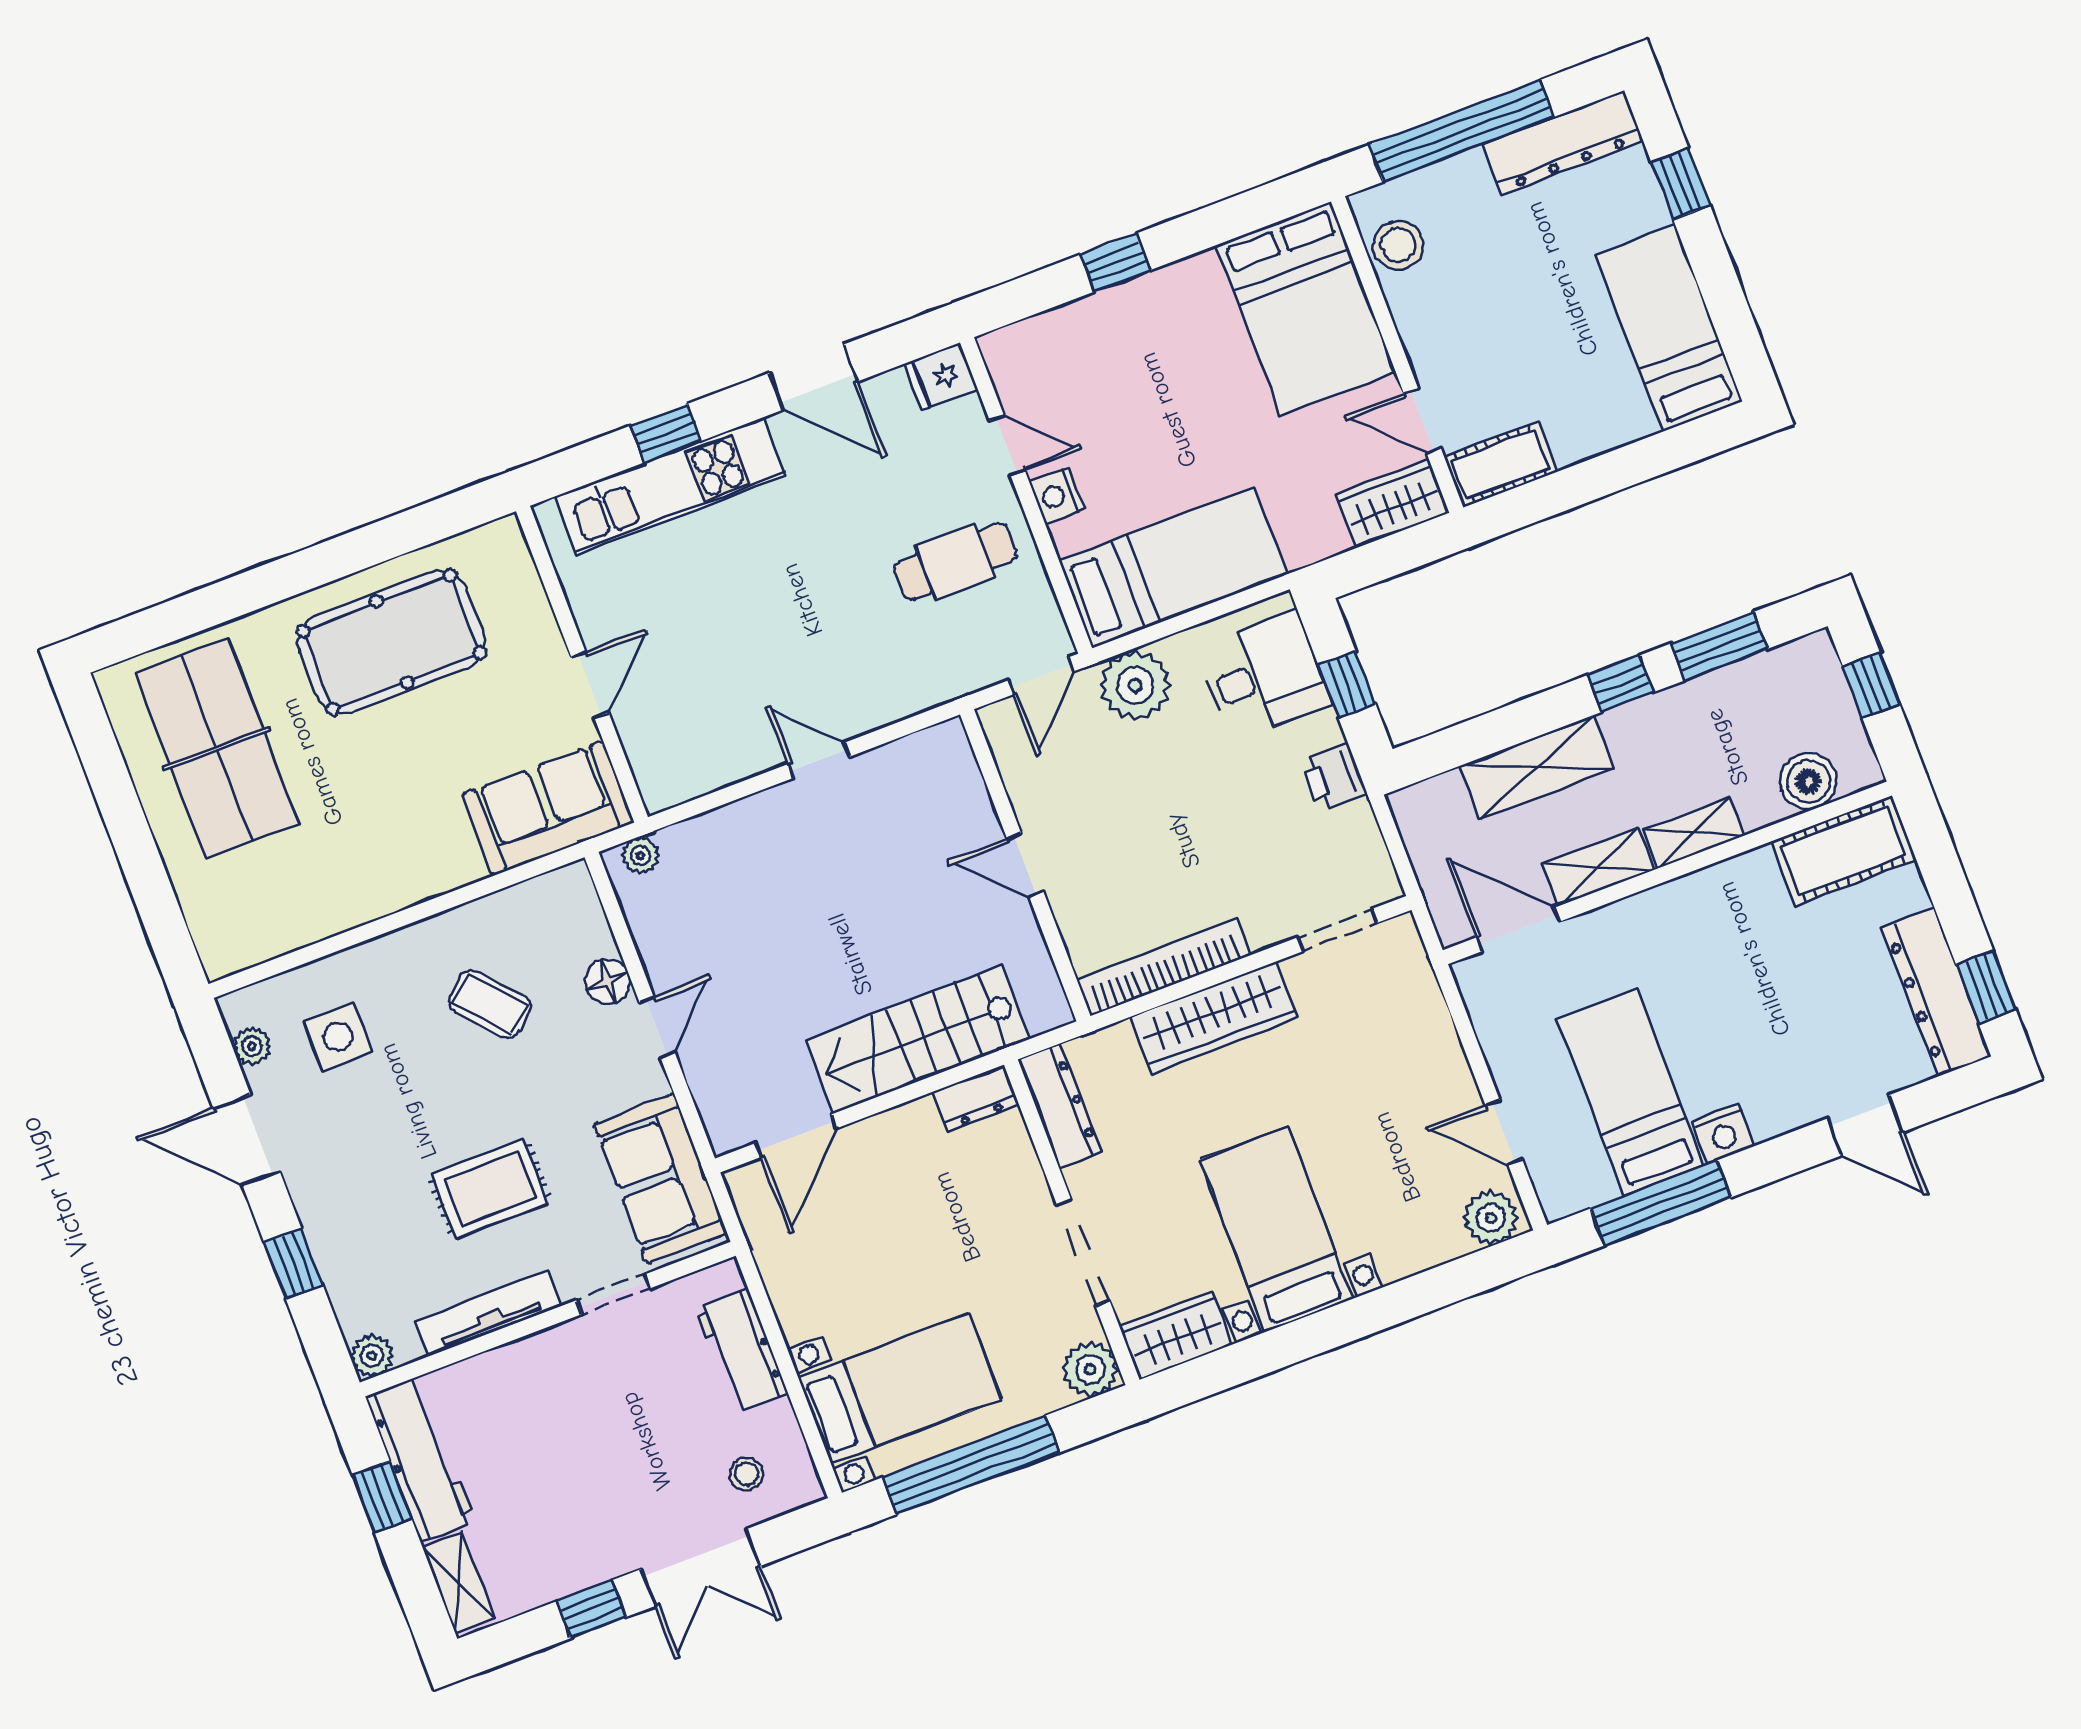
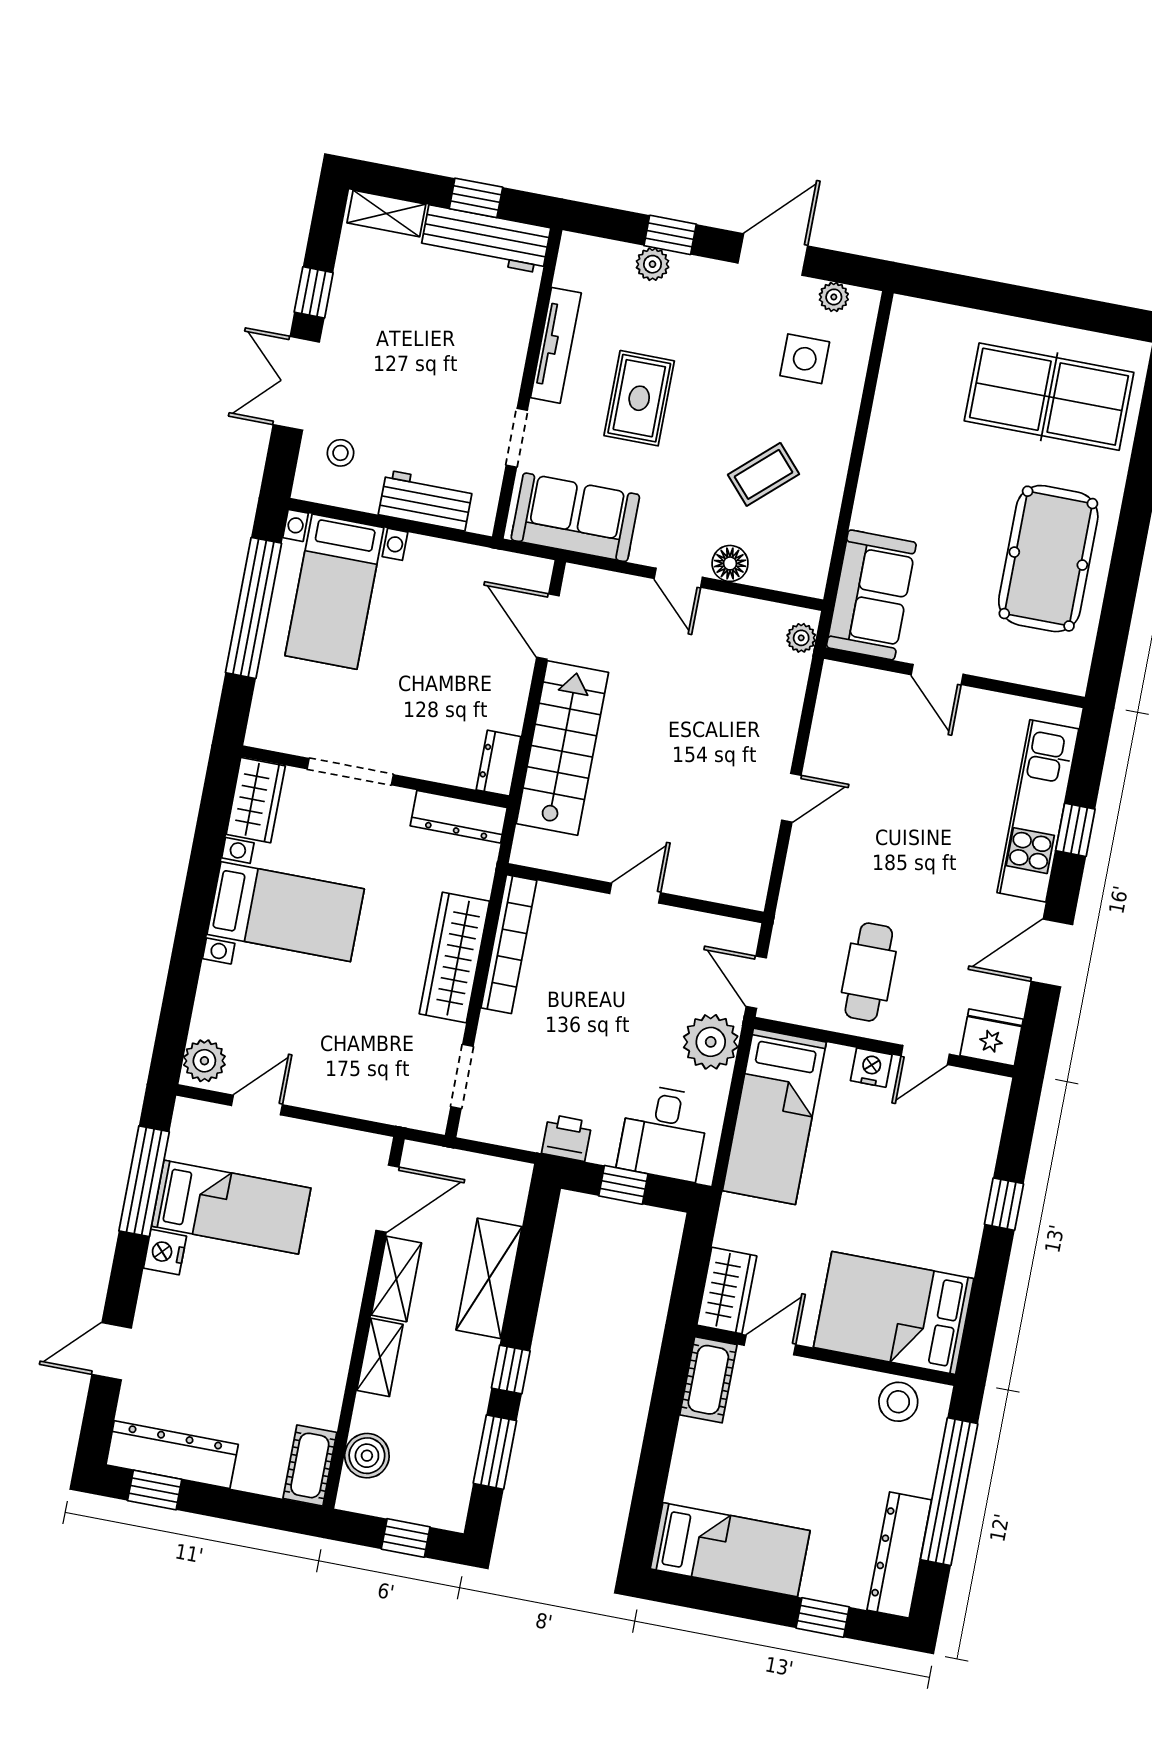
fridge: (941, 377) -> (992, 1037), width x1.38
cot: (1843, 851) -> (310, 1465), width x0.73, depth x0.75
plant: (372, 1356) -> (653, 264), moved
plant: (1090, 1369) -> (268, 728), removed

